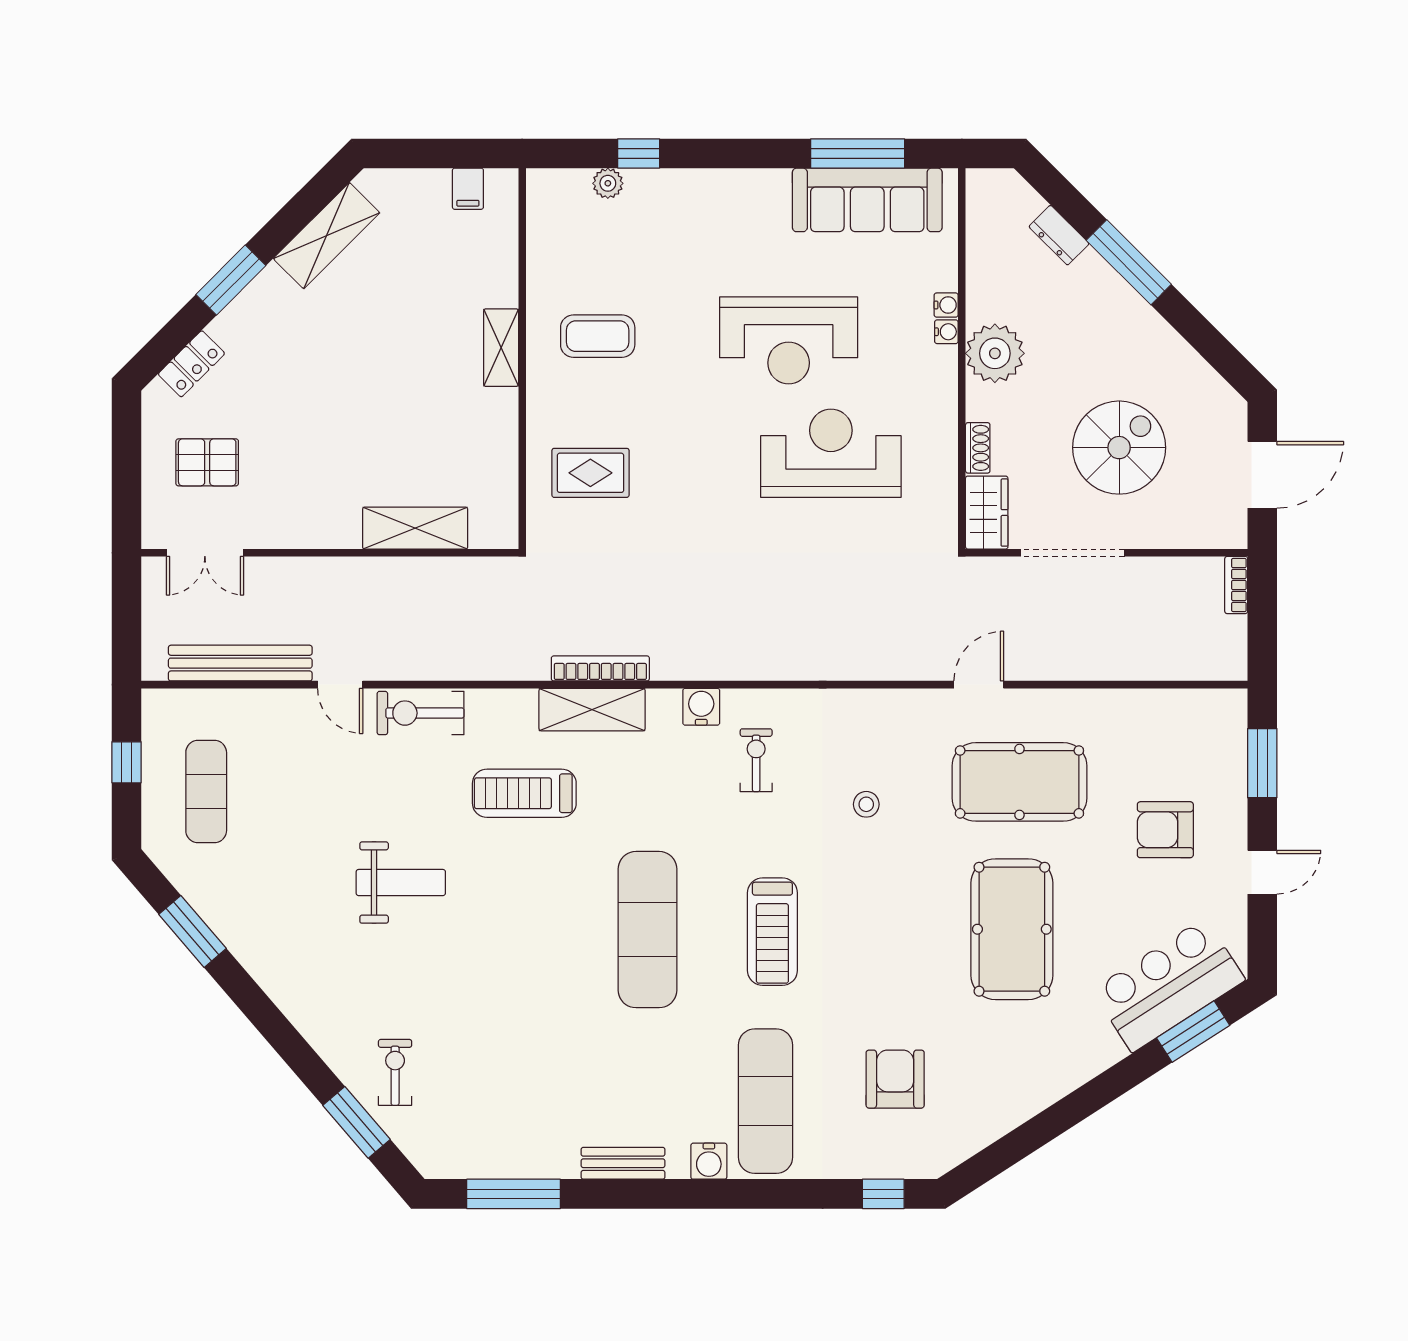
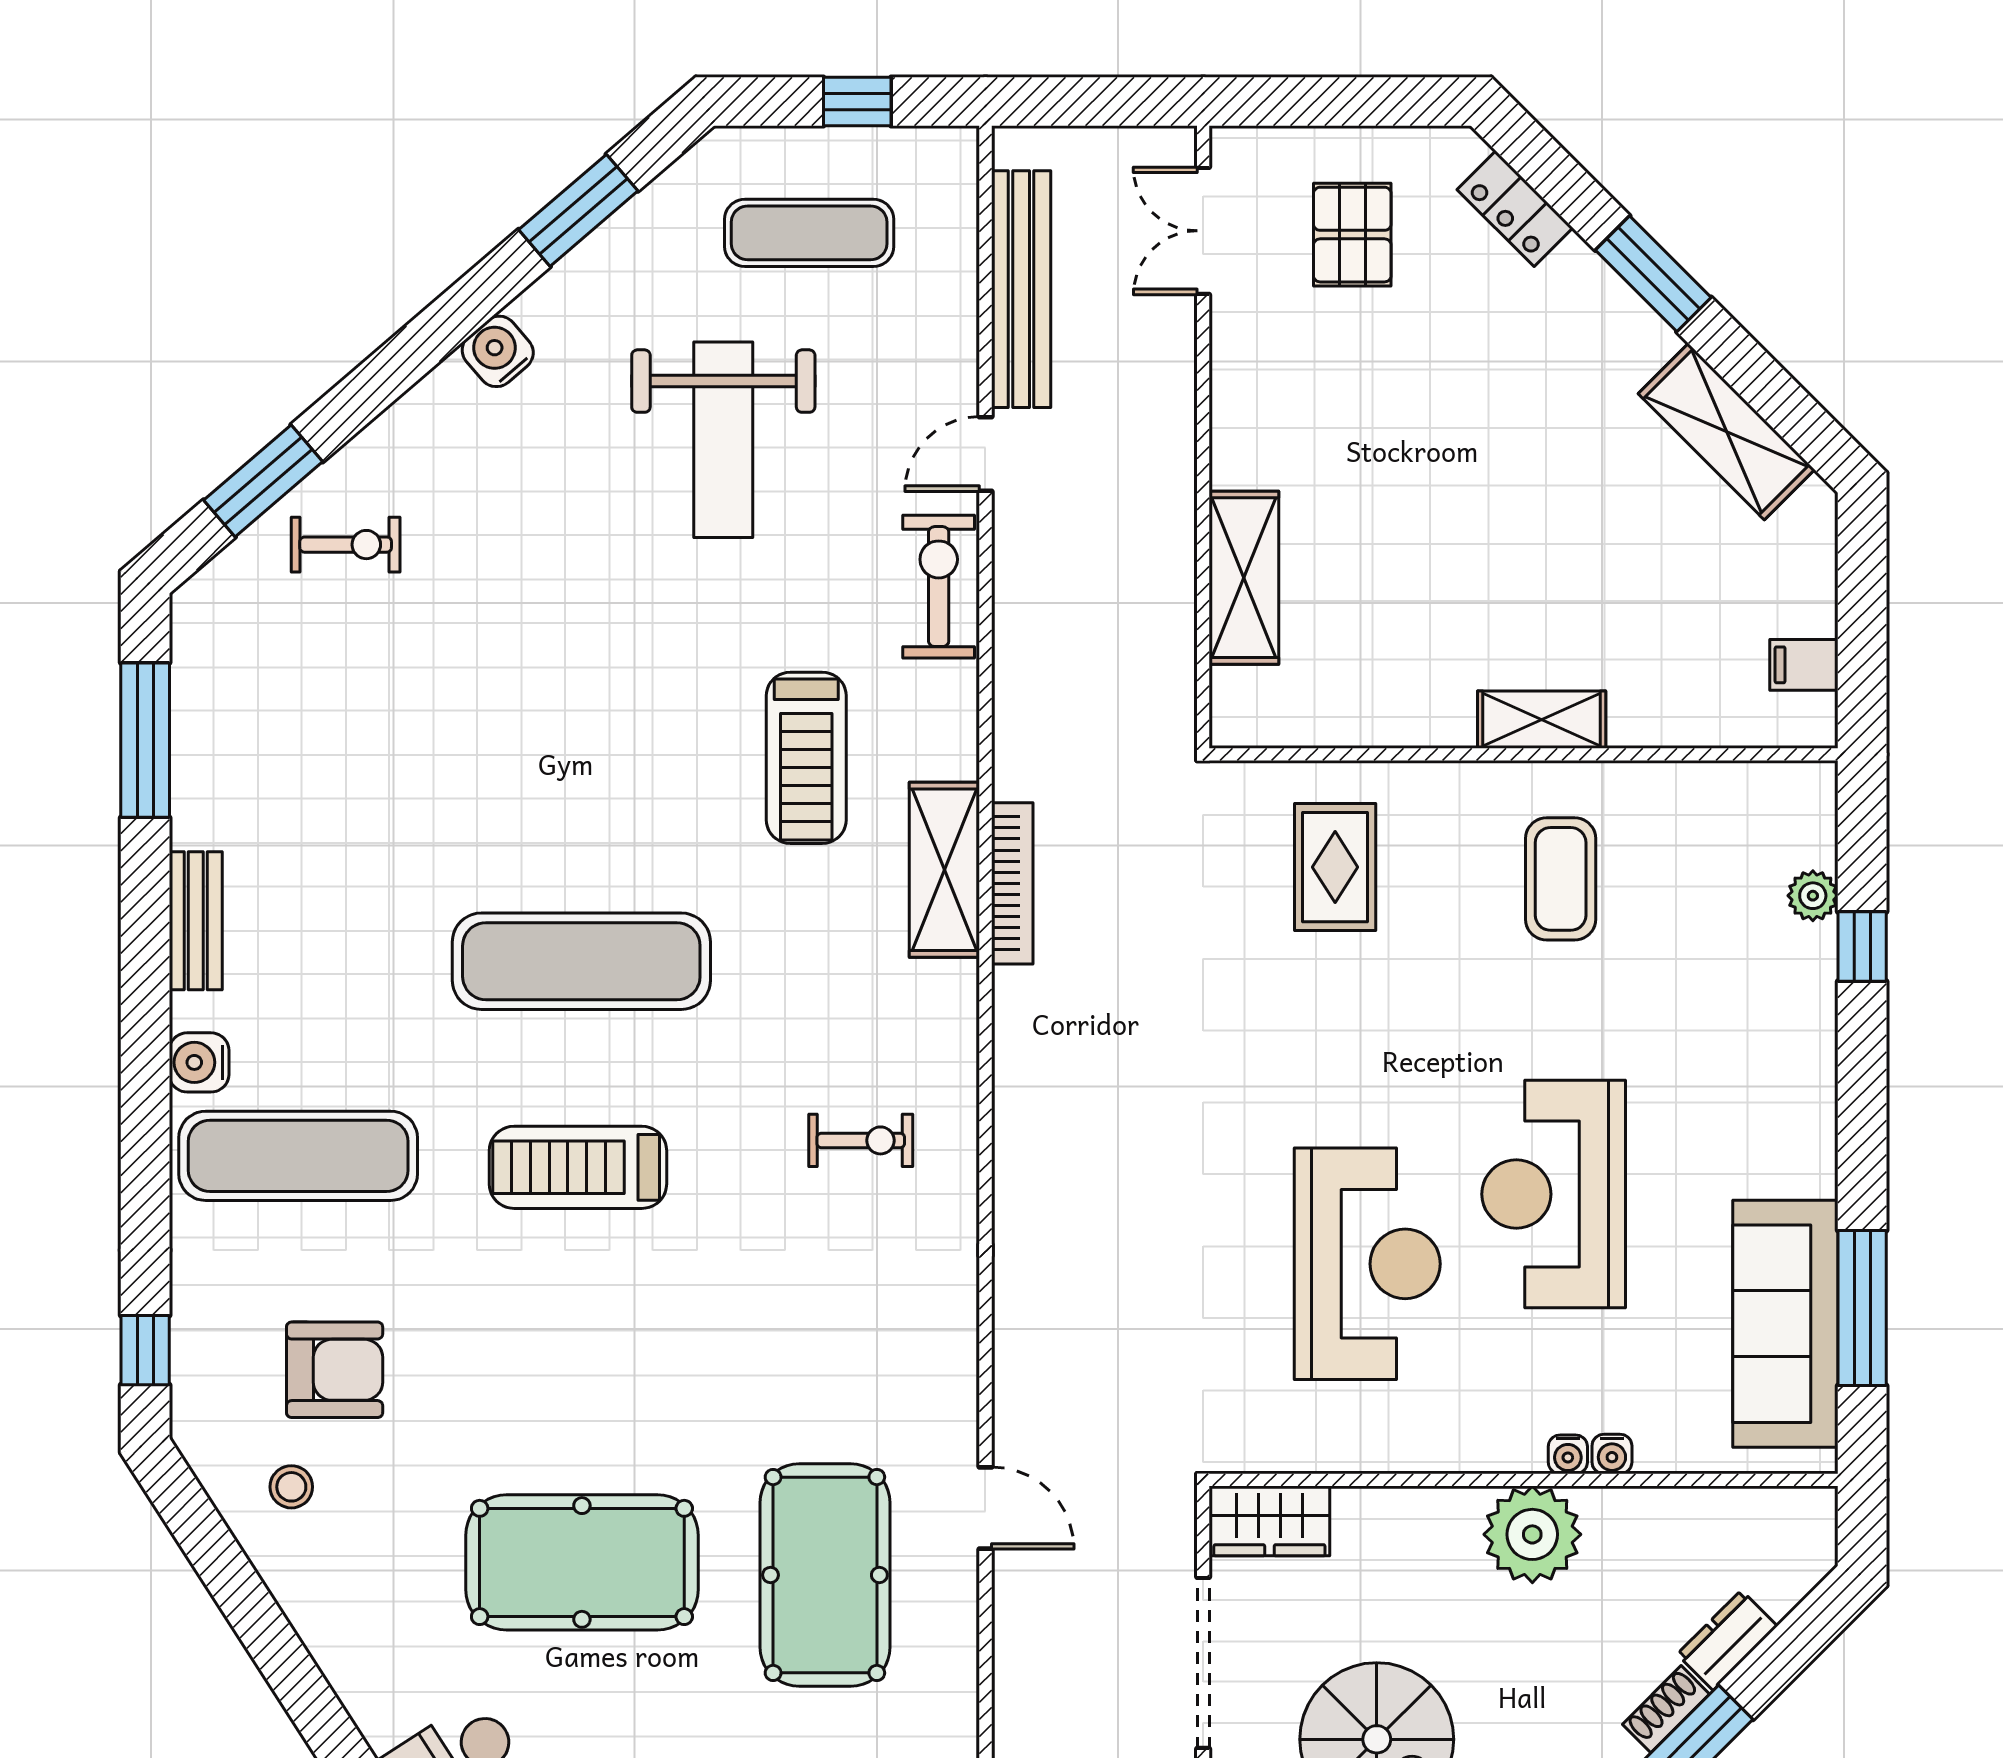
shoe rack: (978, 448) -> (1666, 1709), moved, turned 135
water cooler: (701, 707) -> (498, 351), moved, turned -131
treadmill: (524, 793) -> (806, 758), turned 180
stool: (866, 804) -> (291, 1487), moved
weight bench: (401, 883) -> (723, 440), moved, width x1.36, depth x1.33

